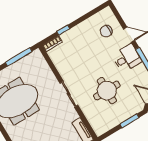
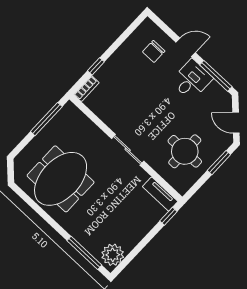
round table: (107, 91) -> (185, 151), moved

